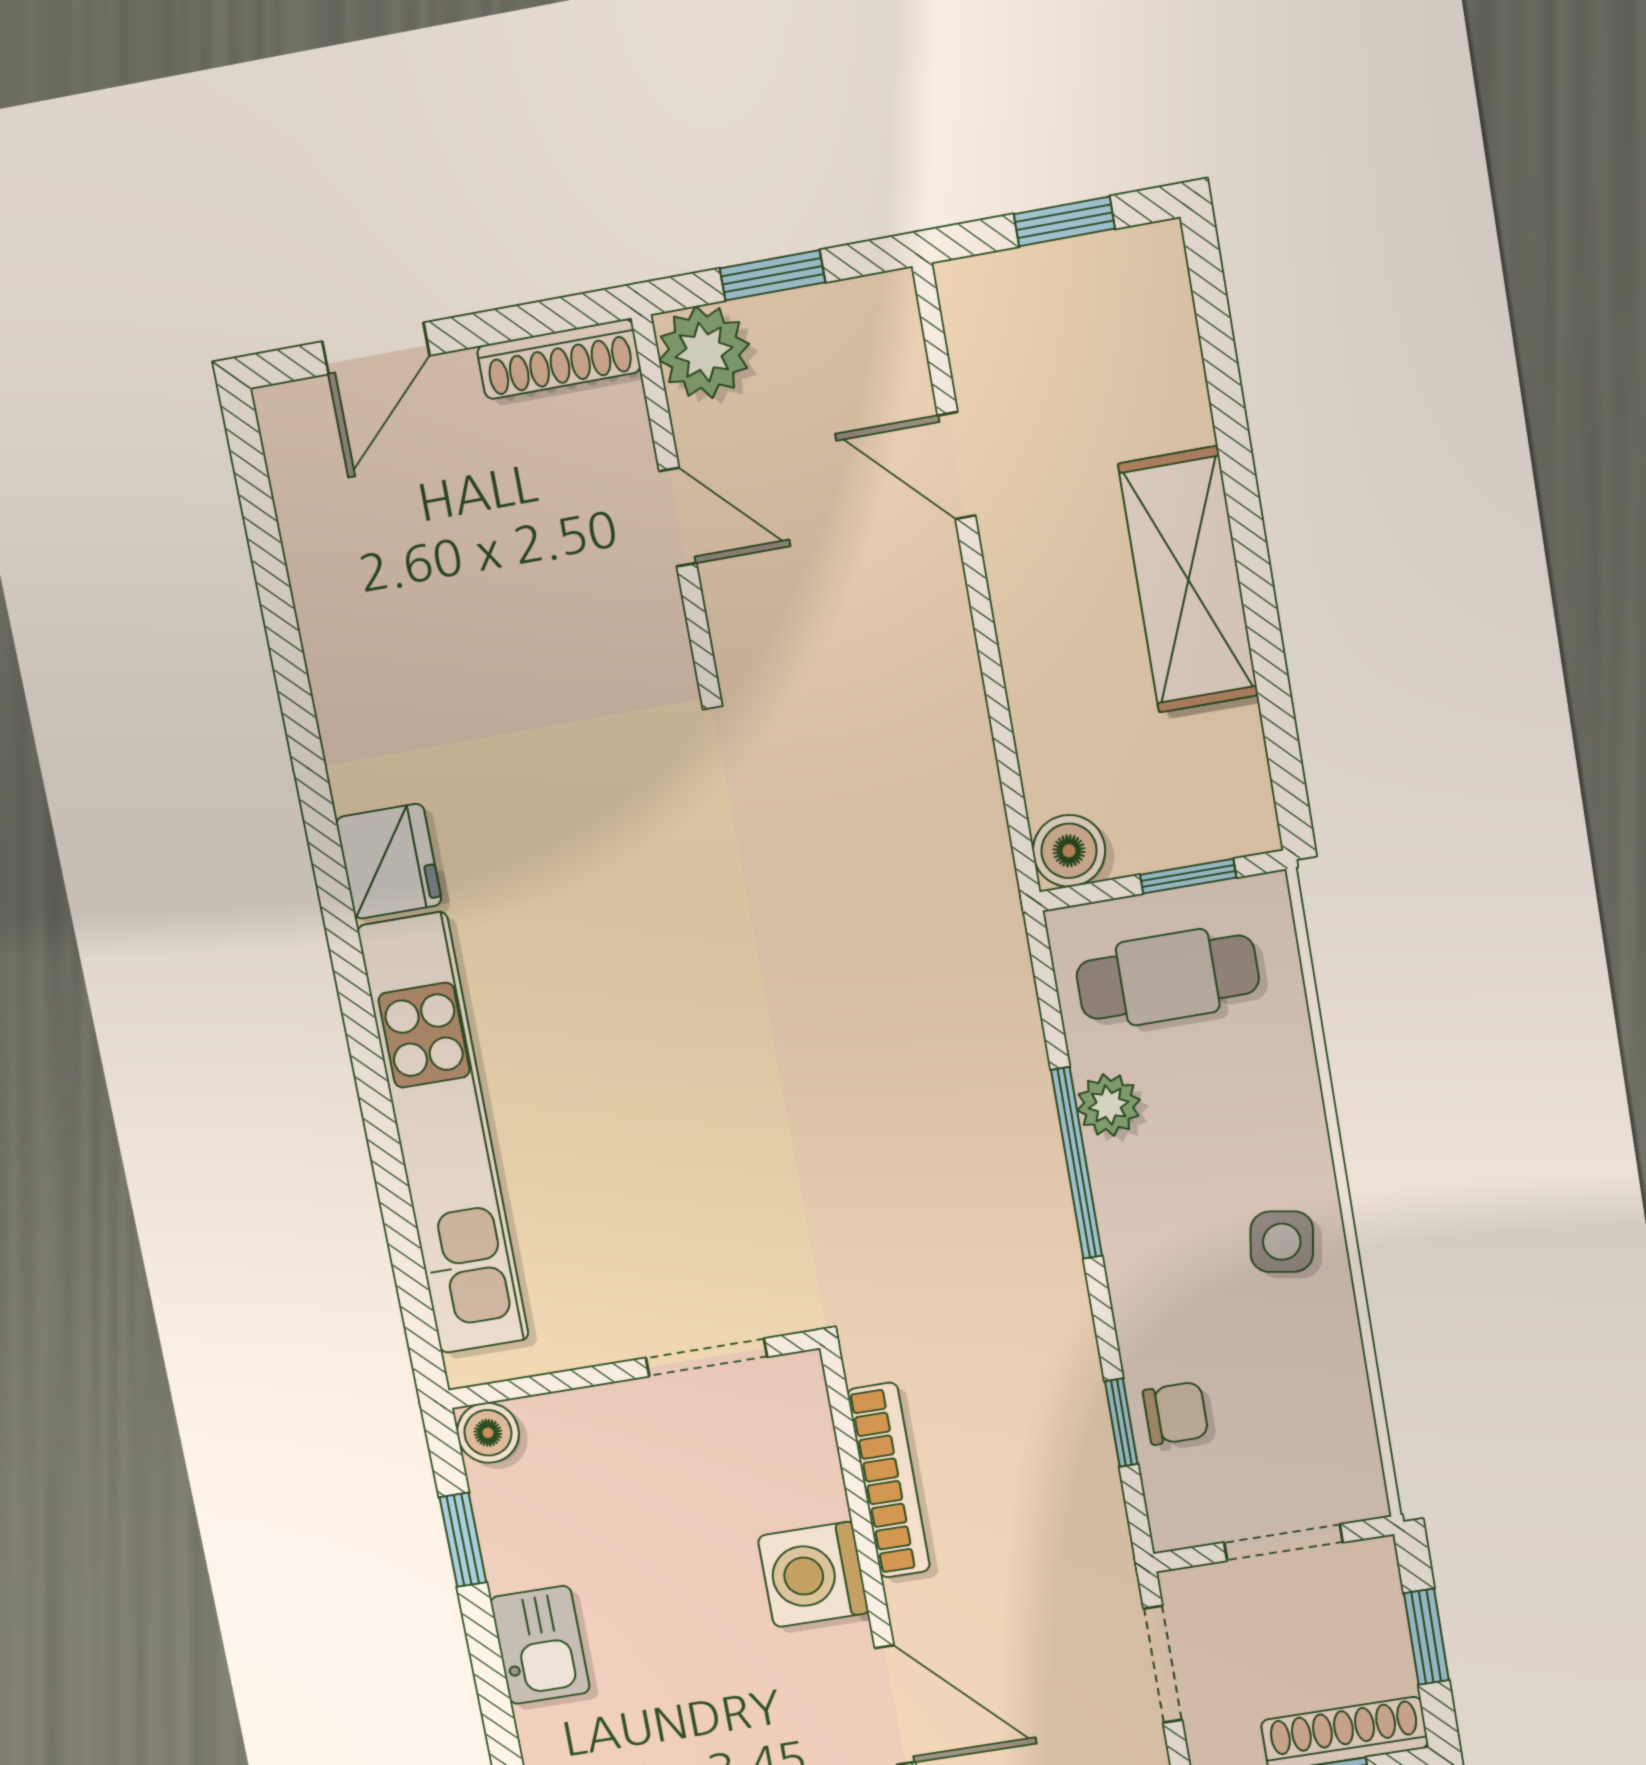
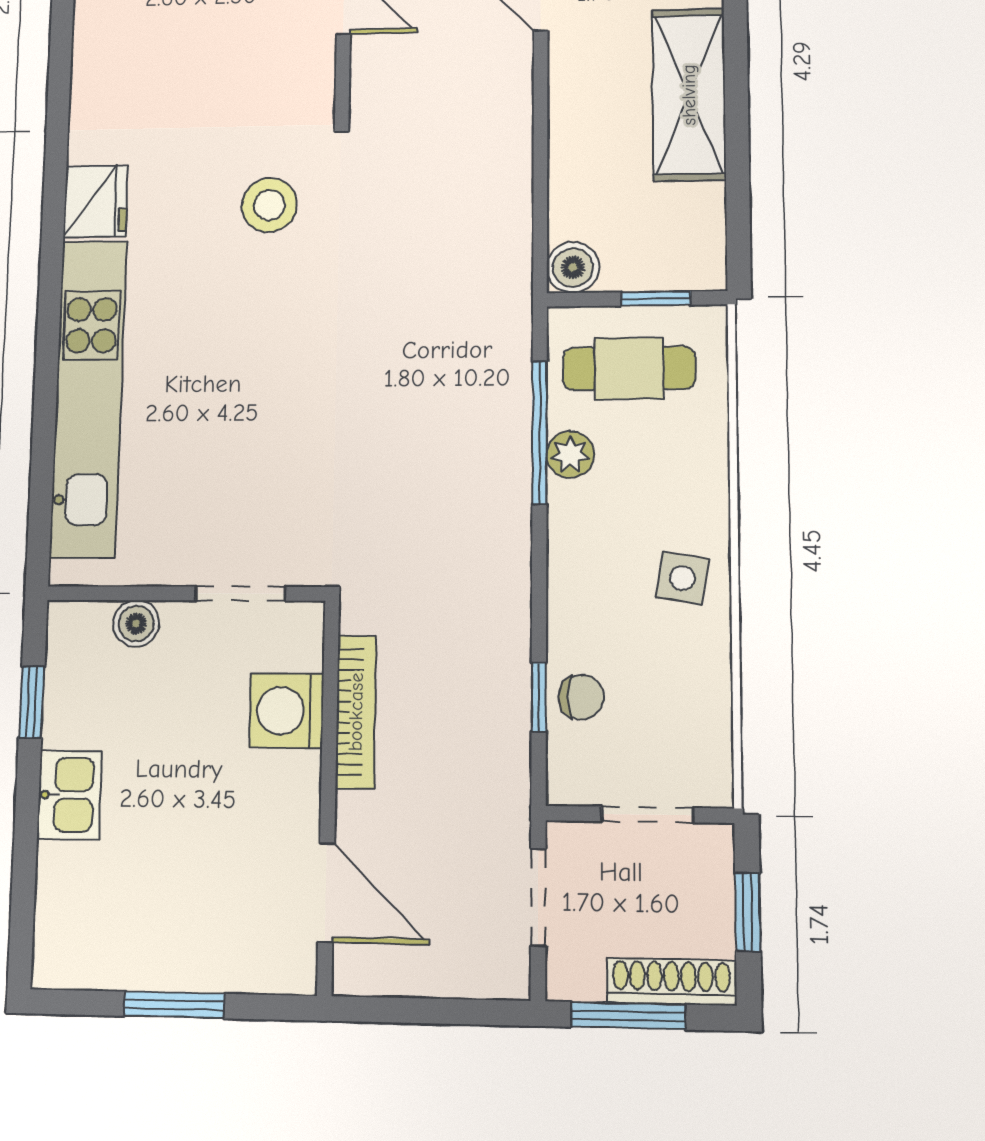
stool: (634, 829) -> (269, 205), added
window: (1077, 1163) -> (540, 432), moved
boiler: (488, 1433) -> (136, 624), moved
washing machine: (813, 1575) -> (286, 711), moved

